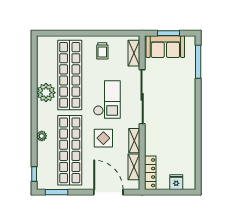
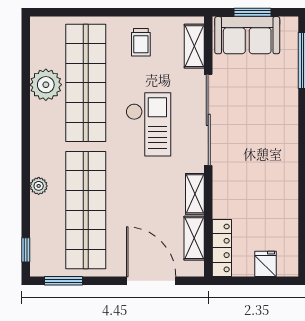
plant: (46, 93) -> (46, 85), moved
display table: (103, 138) -> (143, 190), removed

